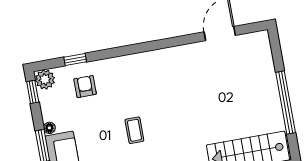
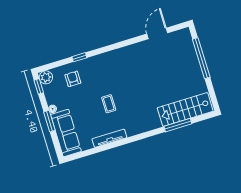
window: (75, 60) -> (79, 57), moved
window: (286, 103) -> (201, 58), moved

